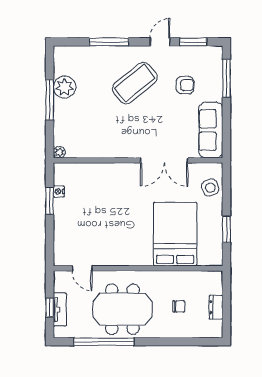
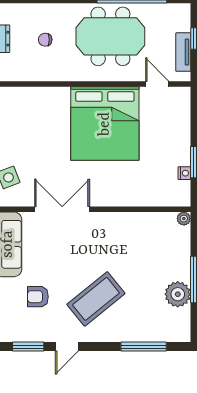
window: (109, 42) -> (144, 347), moved
bed: (175, 234) -> (105, 124), moved, width x1.36
tv unit: (60, 310) -> (183, 52), moved

